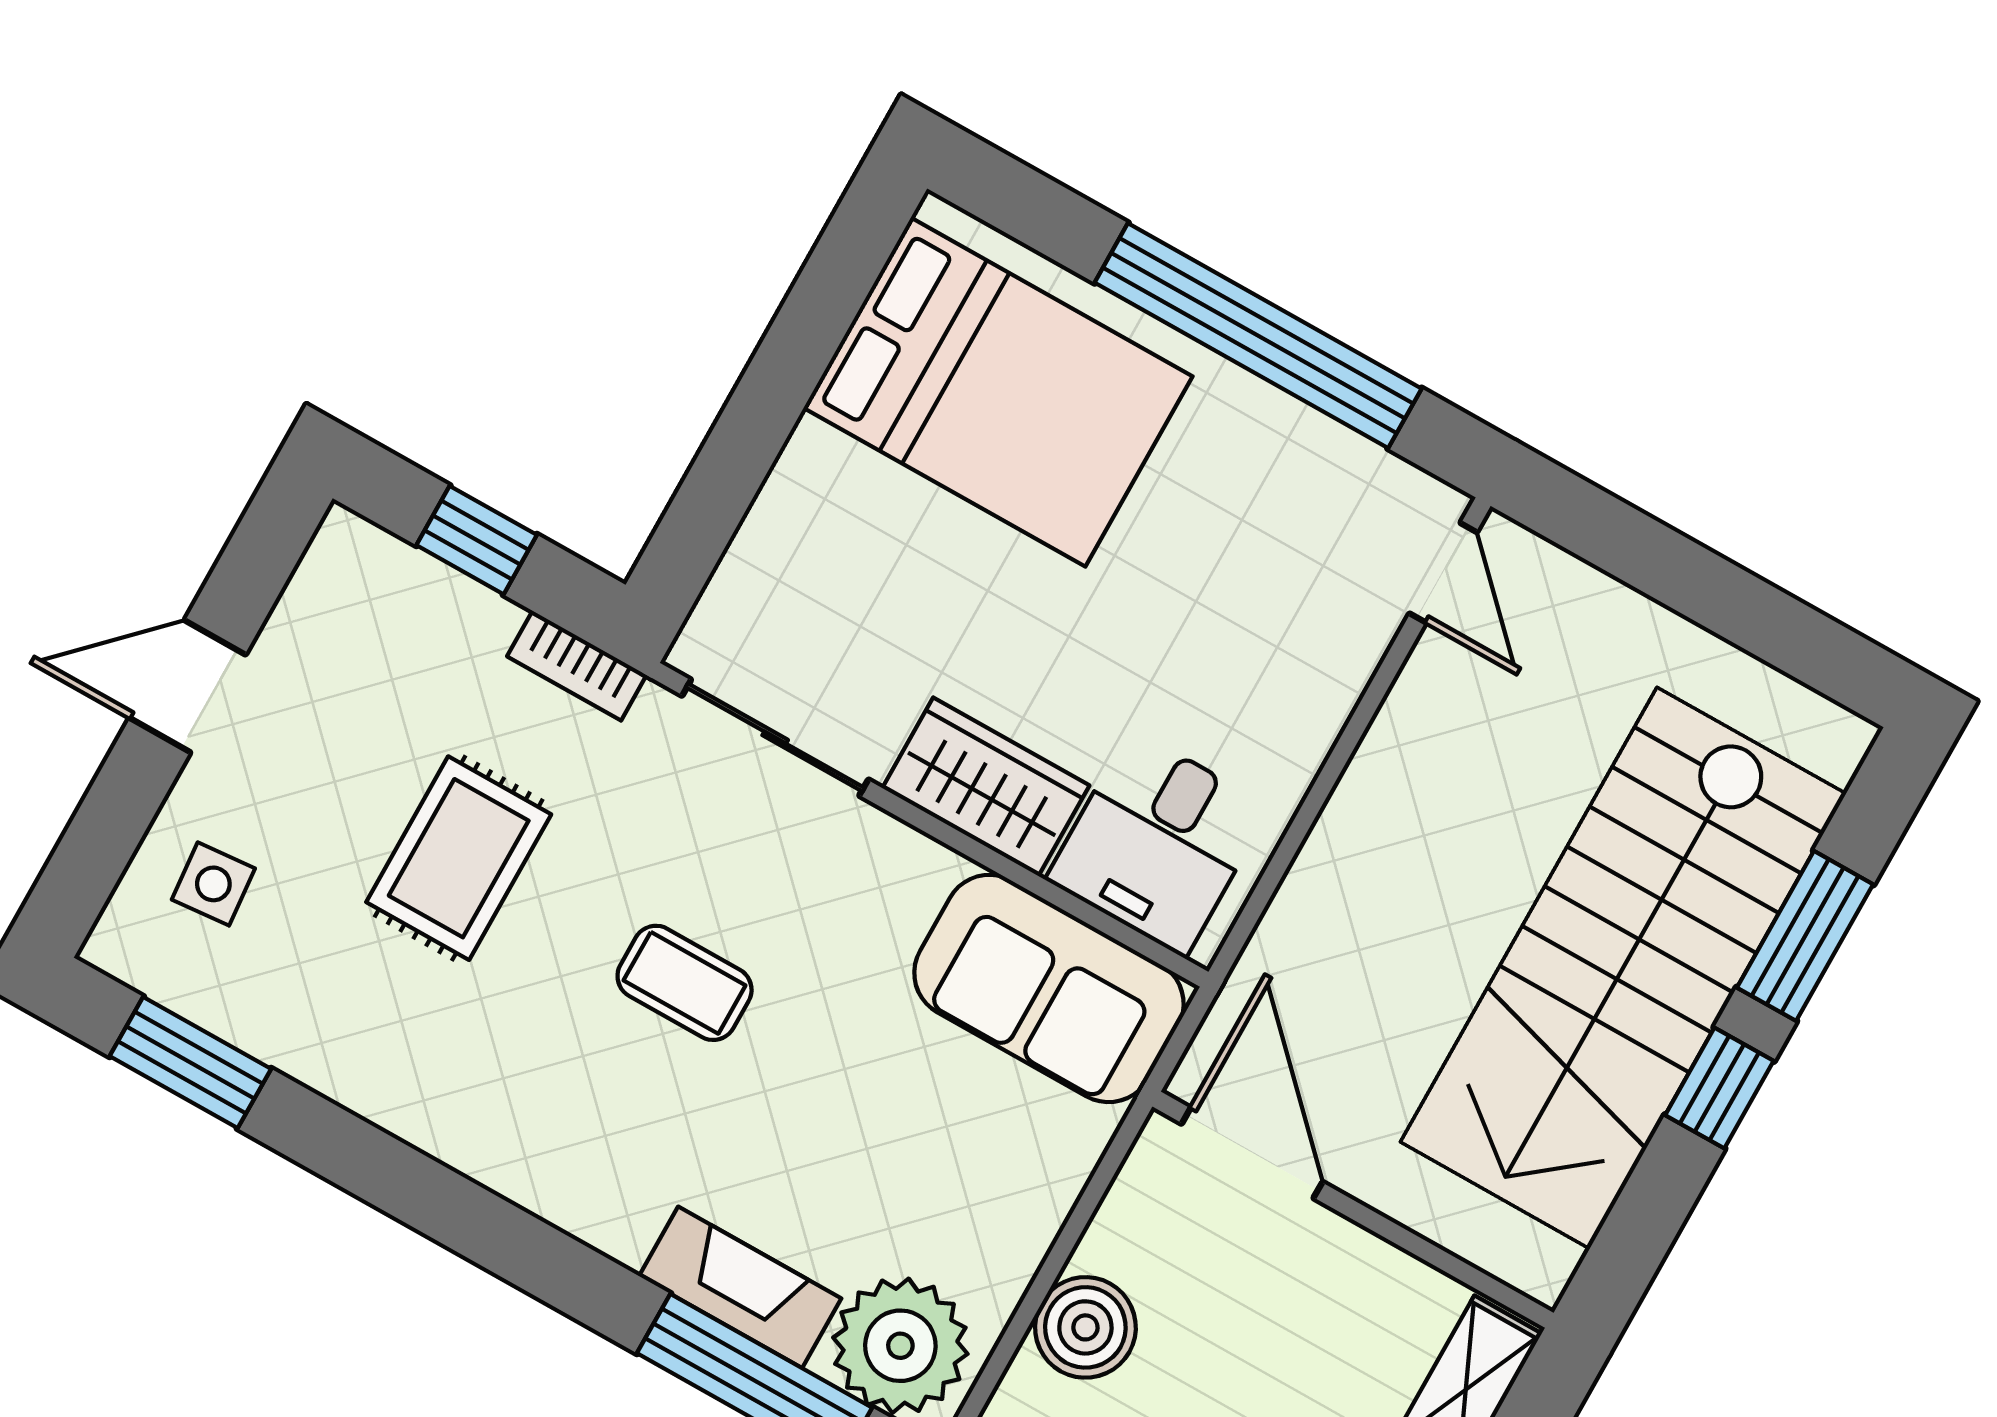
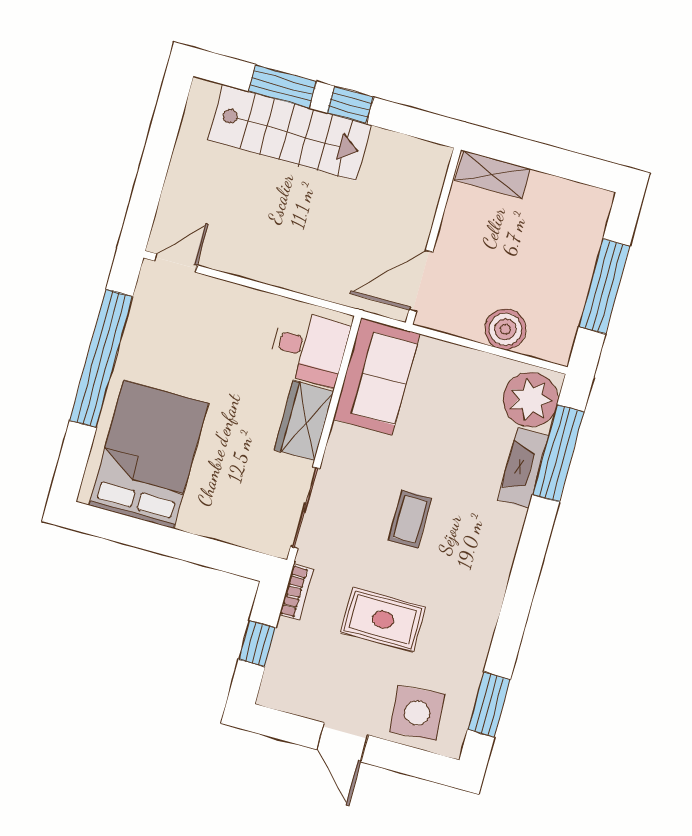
side table: (213, 884) -> (417, 713), width x1.87, depth x1.87
stairs: (1623, 968) -> (289, 133), width x0.73, depth x0.66

